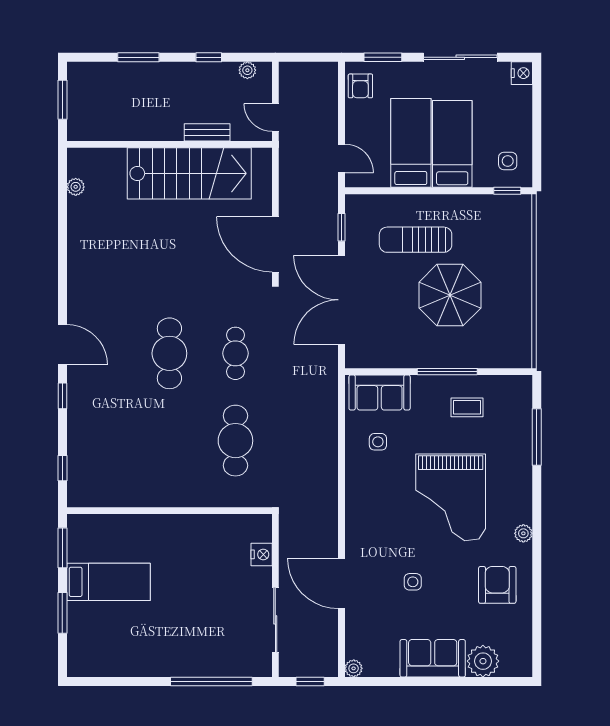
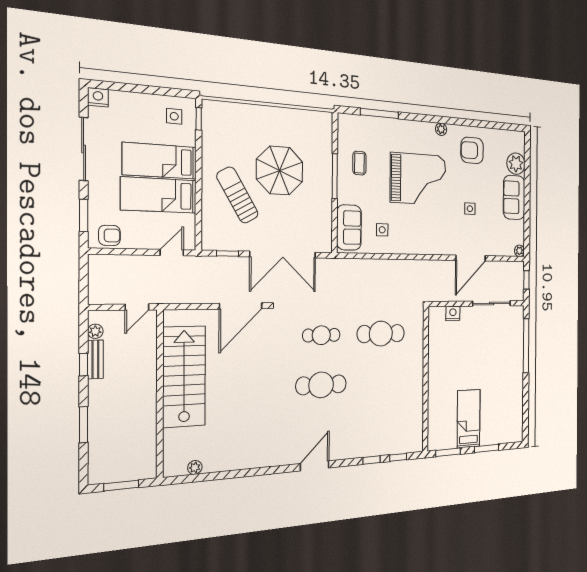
bench: (207, 132) -> (95, 359), moved
sun lounger: (416, 240) -> (237, 195), turned 150
window: (62, 396) -> (372, 460), moved

